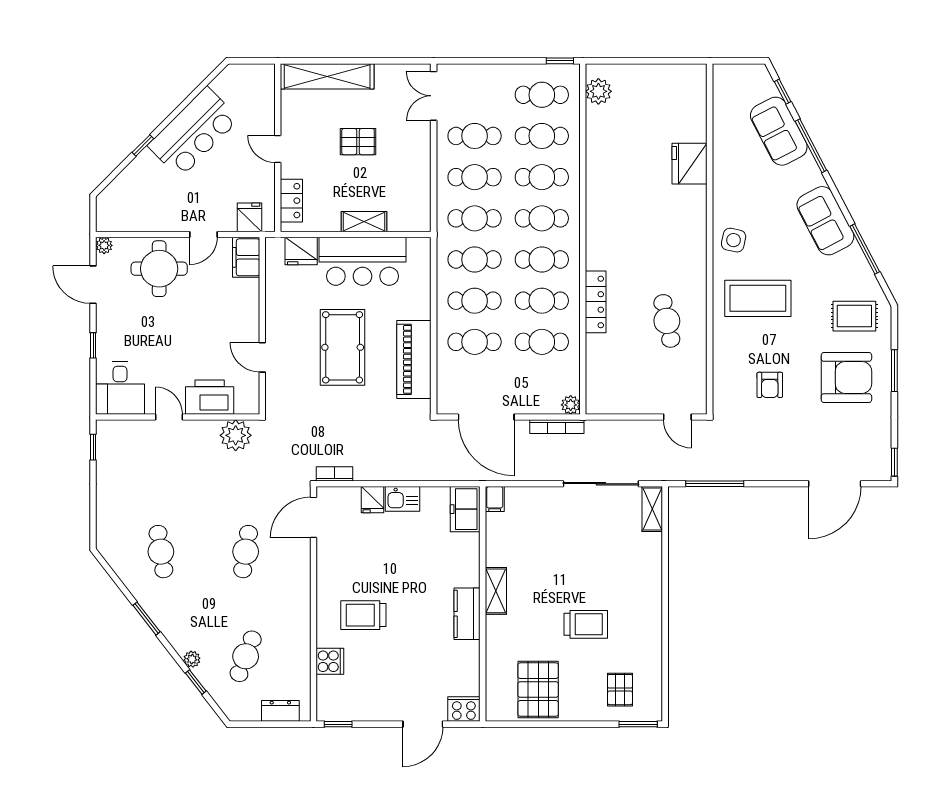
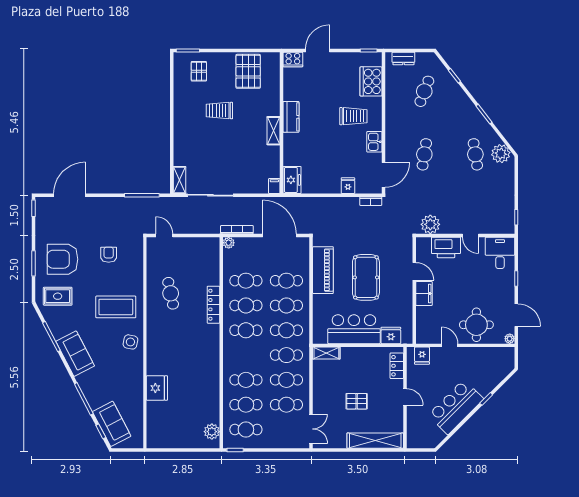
sofa: (779, 131) -> (112, 424), moved
cafe table: (542, 218) -> (246, 355), removed
shelving: (364, 222) -> (326, 353), moved
door: (203, 234) -> (450, 345), hinge flipped
filing cabinet: (246, 257) -> (424, 294), moved
kitchen sink: (403, 499) -> (374, 142), moved, turned -90
plant: (192, 659) -> (501, 154), moved, width x1.88, depth x1.88
cooker: (330, 661) -> (371, 81), width x1.87, depth x1.31

